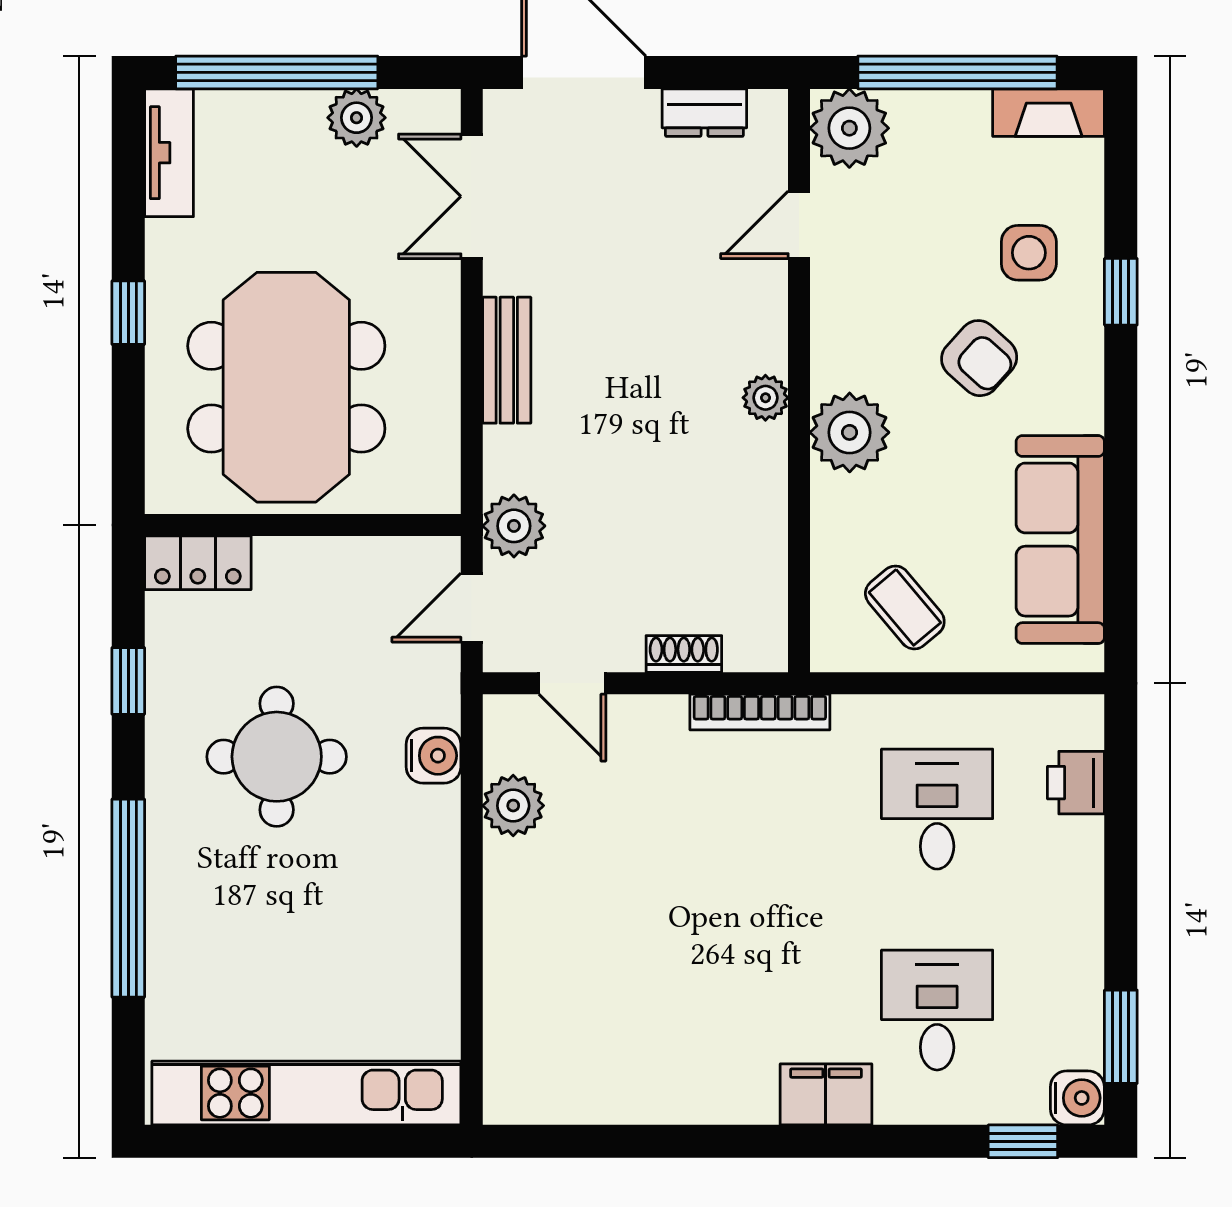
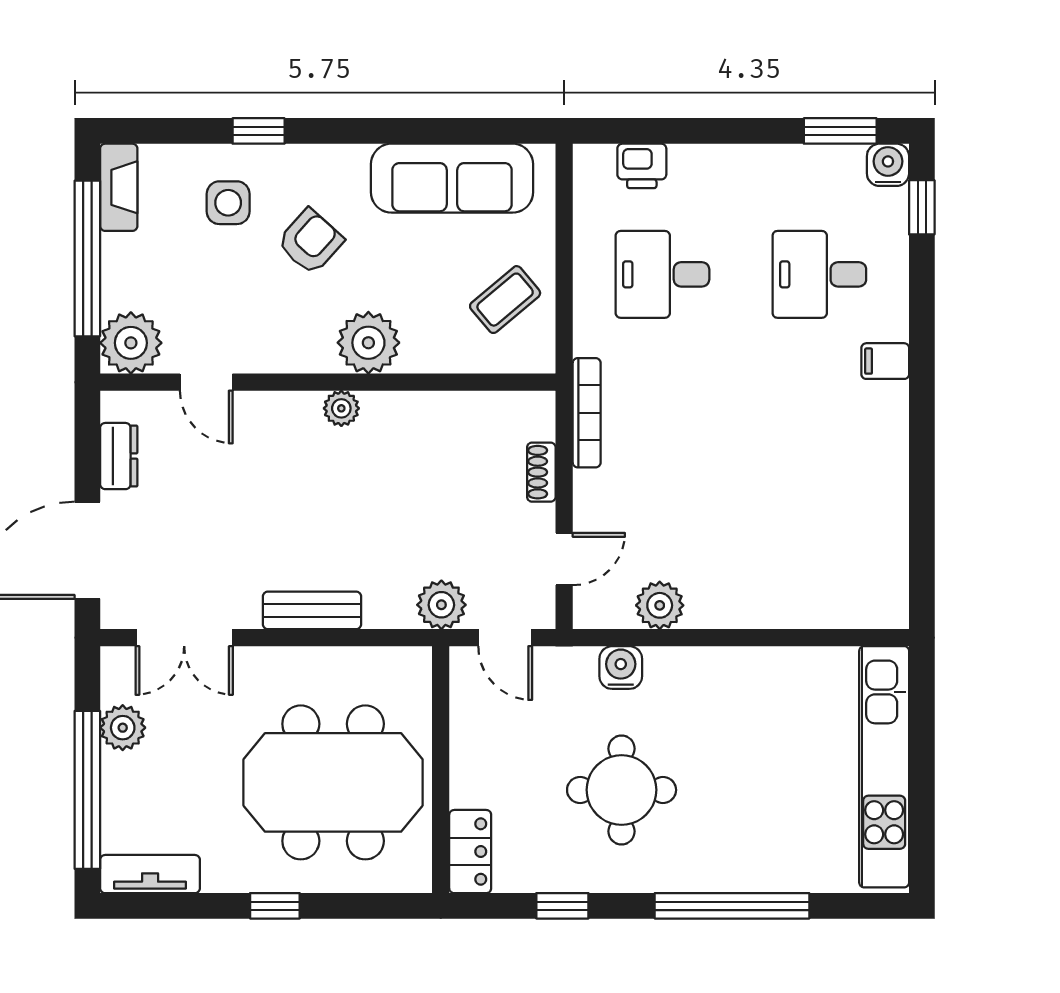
filing cabinet: (826, 1094) -> (885, 361), width x0.50

